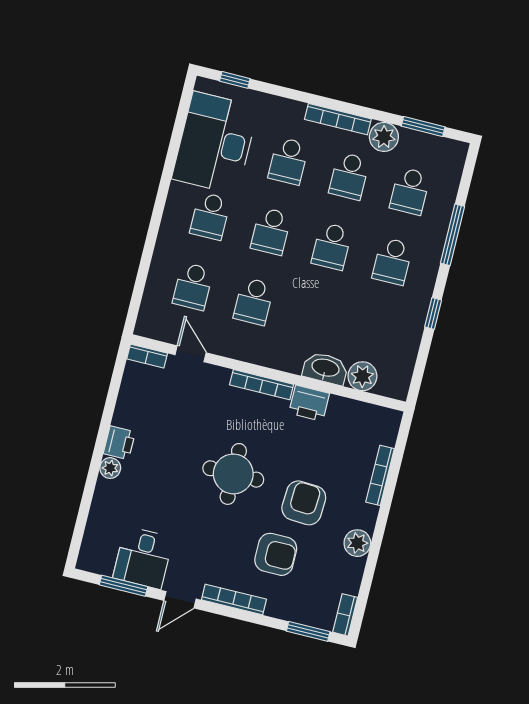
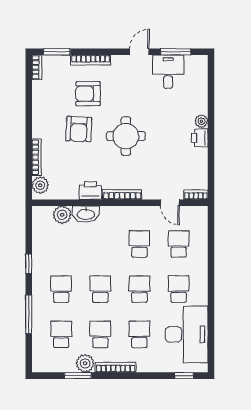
window: (423, 126) -> (78, 376), moved
plant: (357, 543) -> (40, 185), moved
bookcase: (234, 599) -> (91, 60), moved

